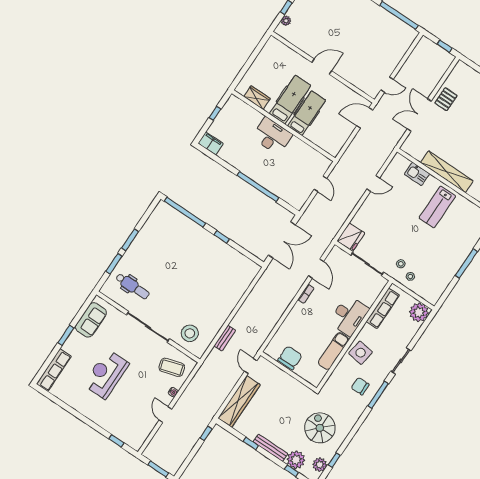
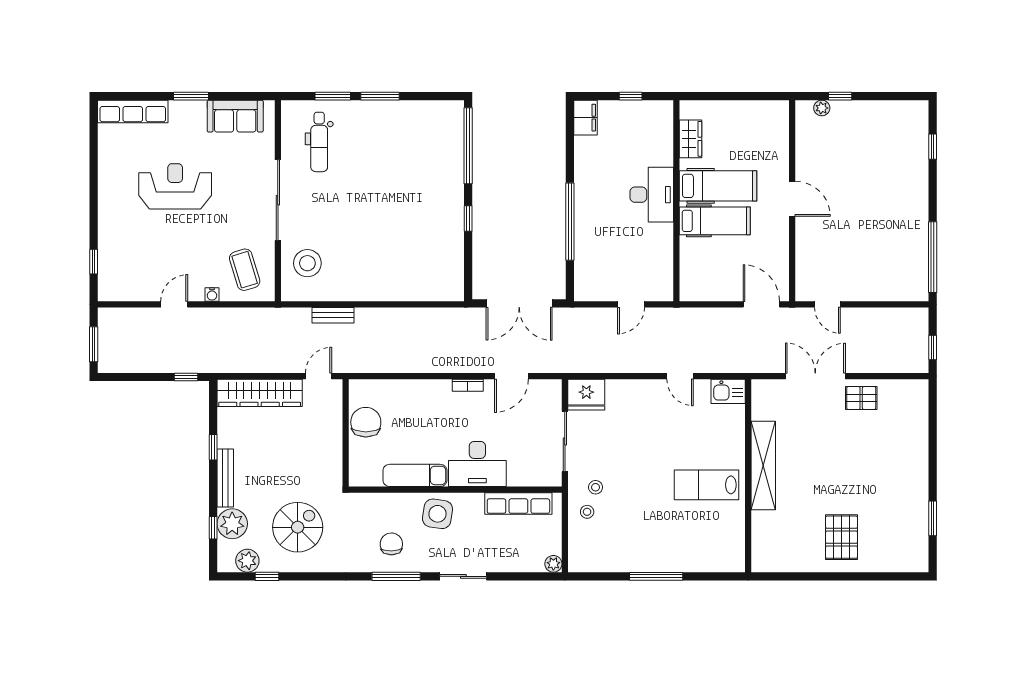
kitchen sink: (417, 174) -> (728, 391), moved, turned -90
plant: (419, 312) -> (553, 564), width x0.53, depth x0.53
chair: (290, 358) -> (366, 422), turned -90

